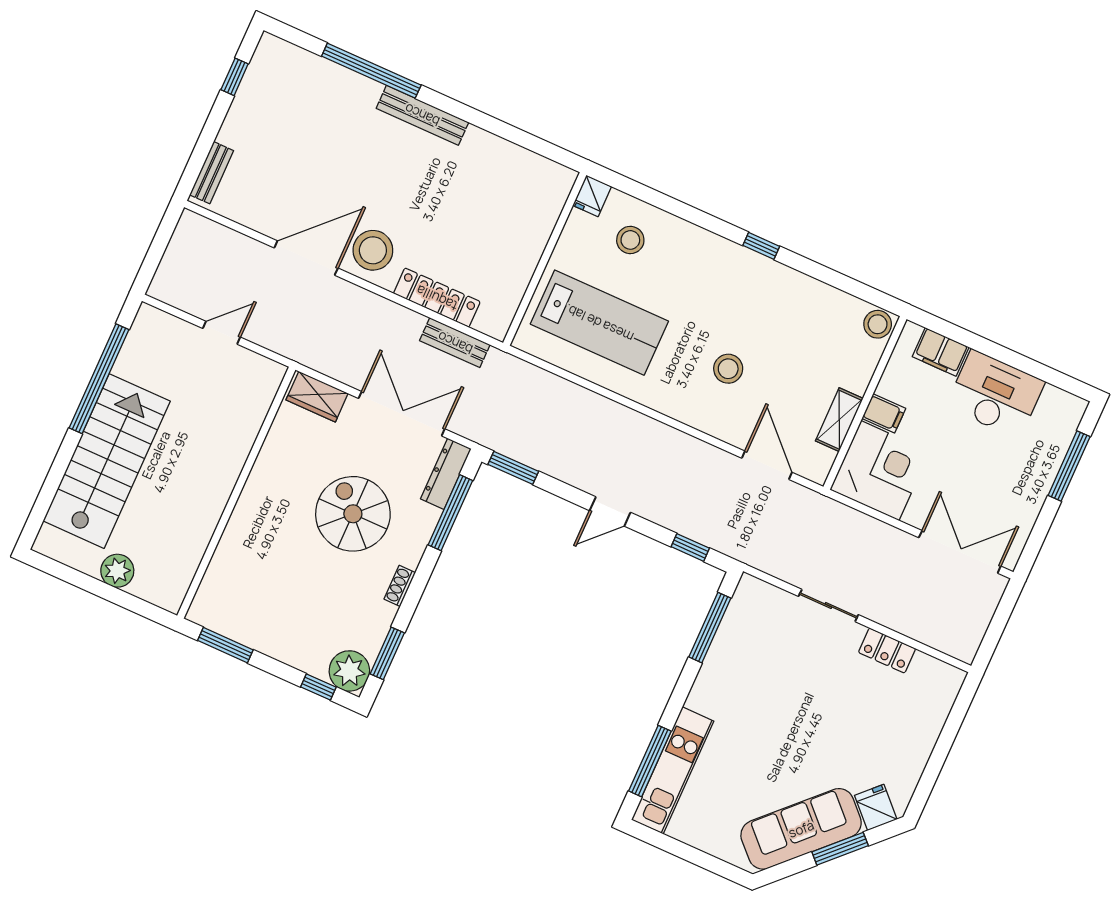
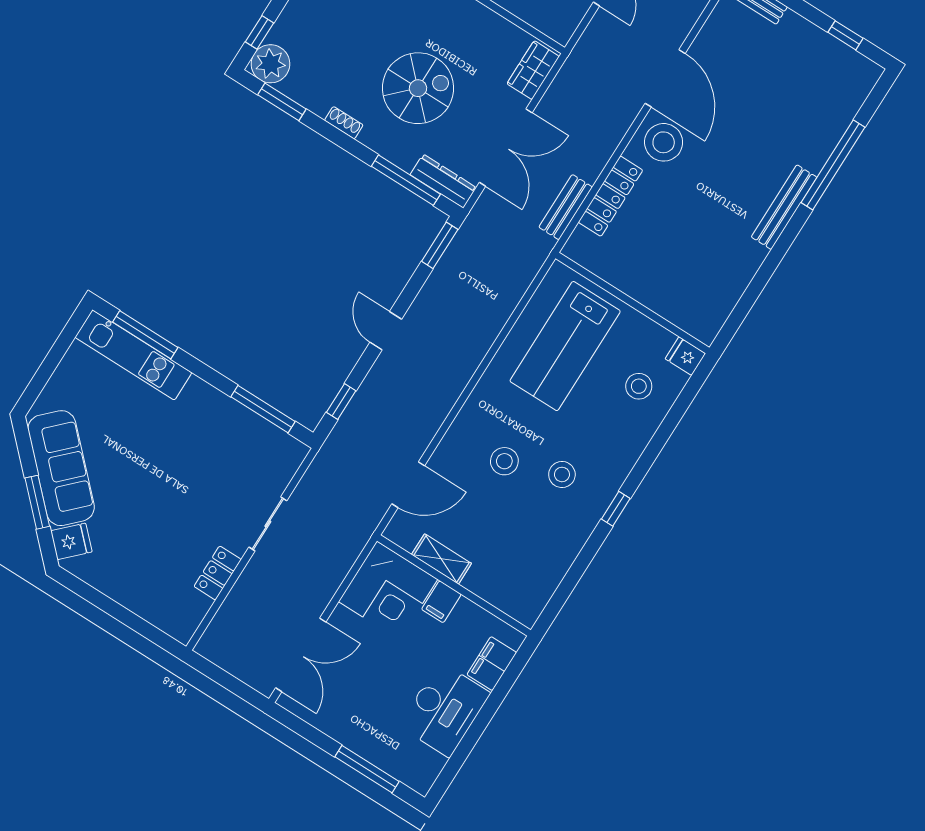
stool: (878, 324) -> (562, 474), moved

